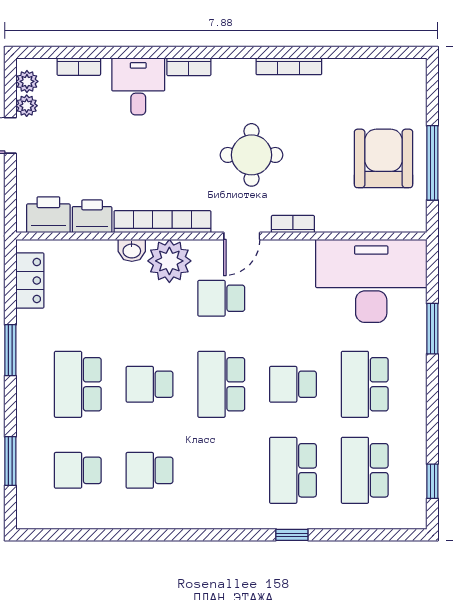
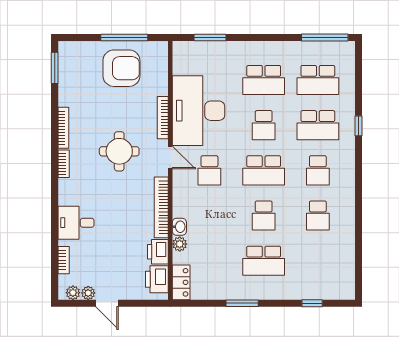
window: (384, 52) -> (55, 68), added
bookcase: (189, 67) -> (64, 164), moved
armchair: (384, 158) -> (121, 68), turned 180
bookcase: (293, 224) -> (163, 118), width x1.56
plant: (169, 261) -> (180, 244), moved, width x0.53, depth x0.53
locker: (30, 281) -> (181, 282), moved, turned 90
desk: (371, 281) -> (199, 111), moved
window: (432, 329) -> (210, 37), moved
window: (10, 461) -> (312, 303), width x0.67
school desk: (78, 470) -> (318, 170), moved
window: (432, 481) -> (325, 37), width x2.17

